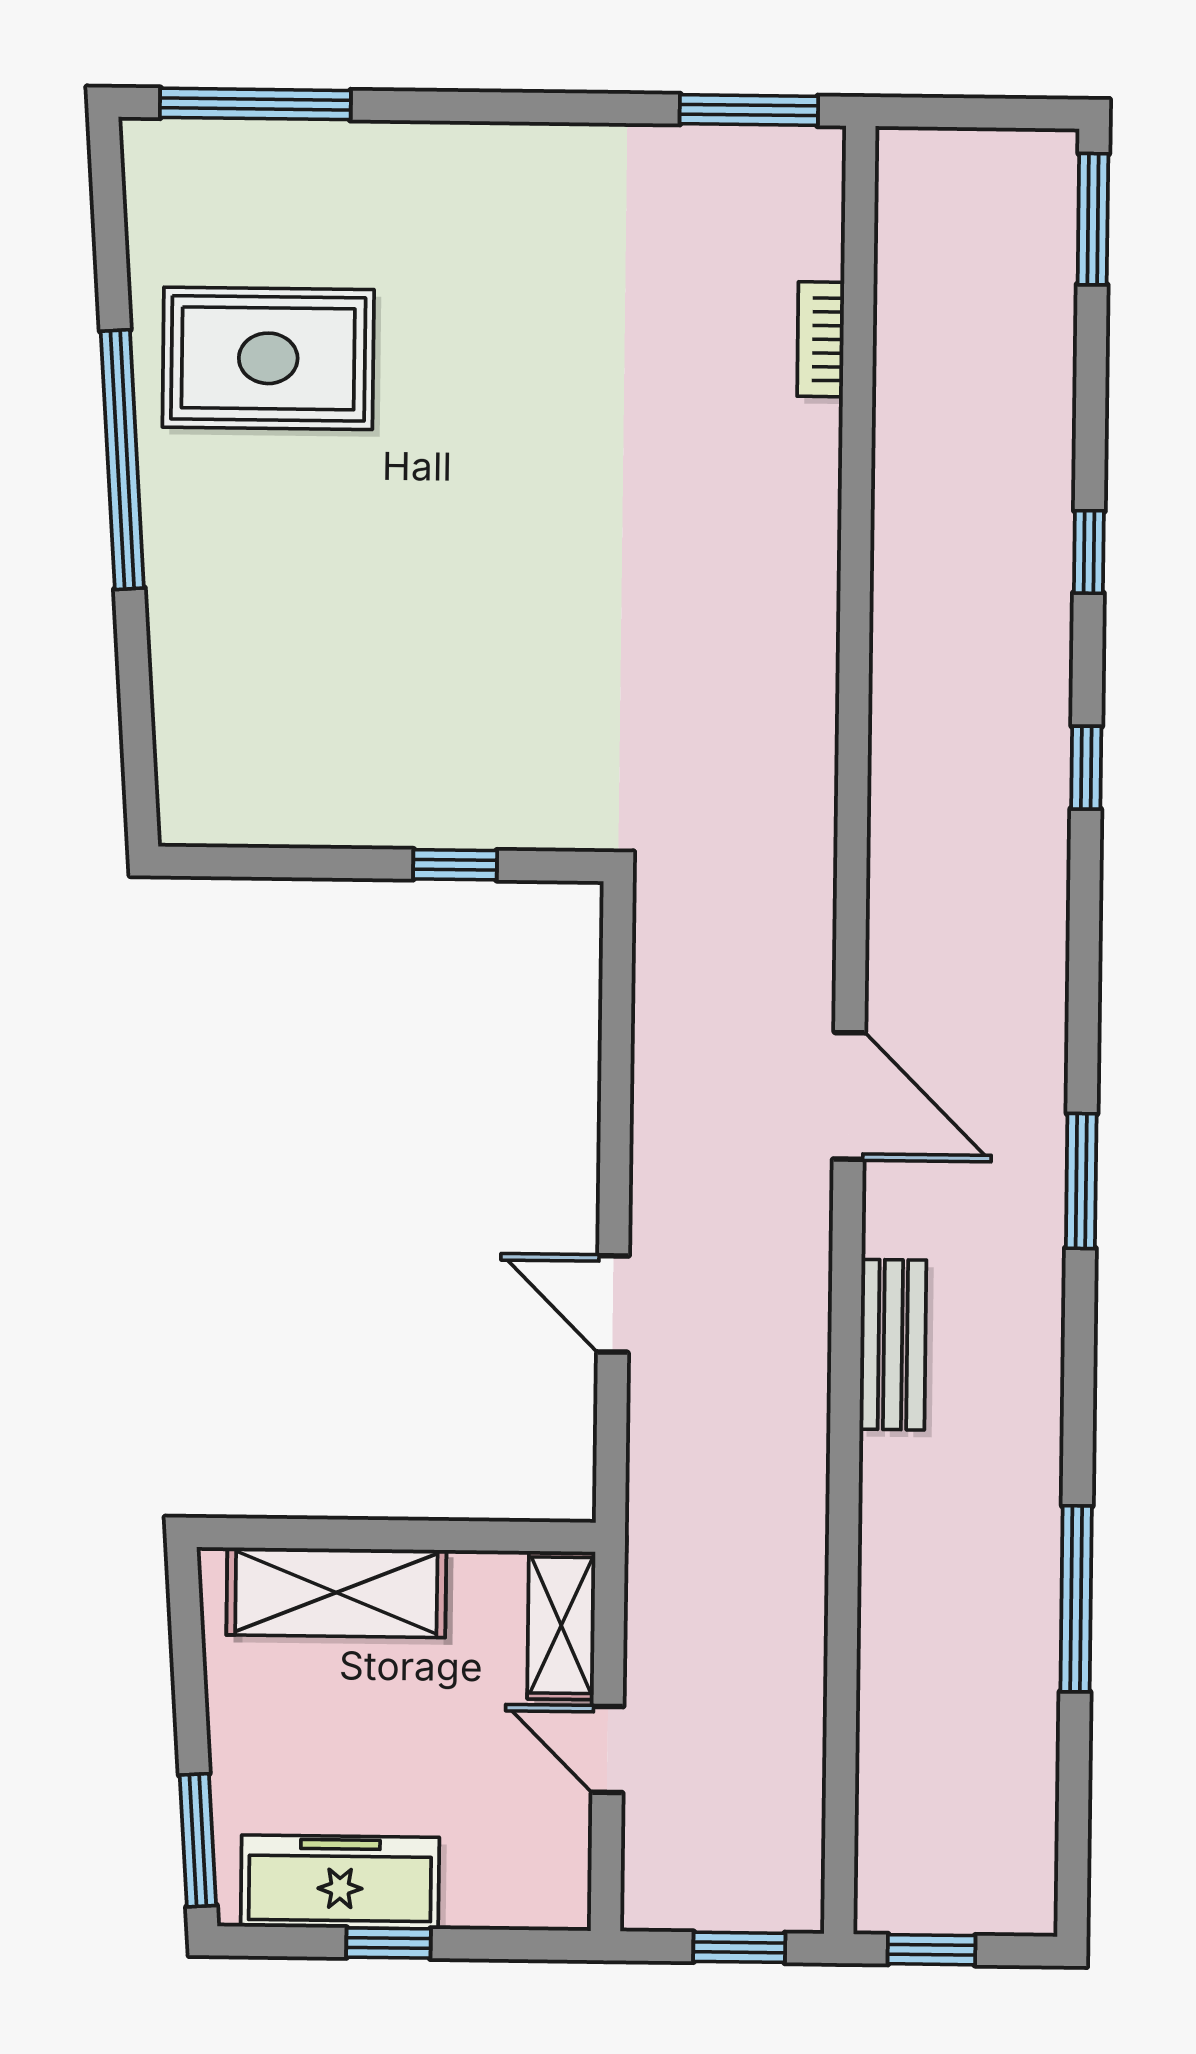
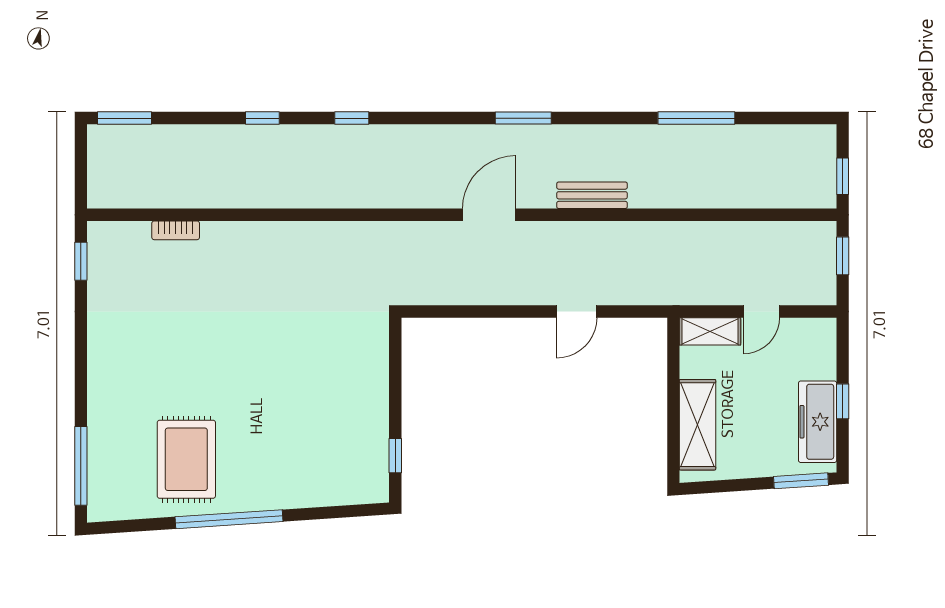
window: (749, 110) -> (81, 261), width x0.67
window: (455, 865) -> (395, 456), moved

